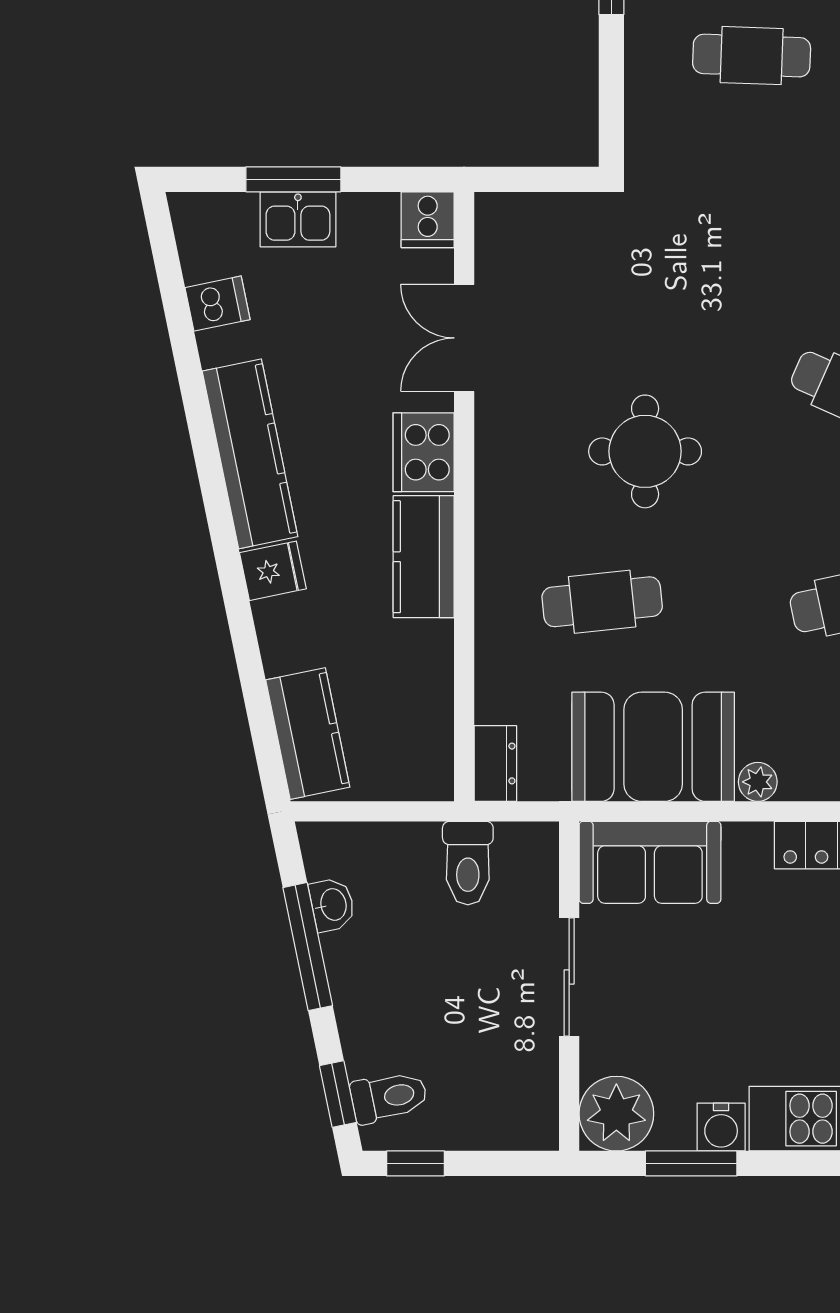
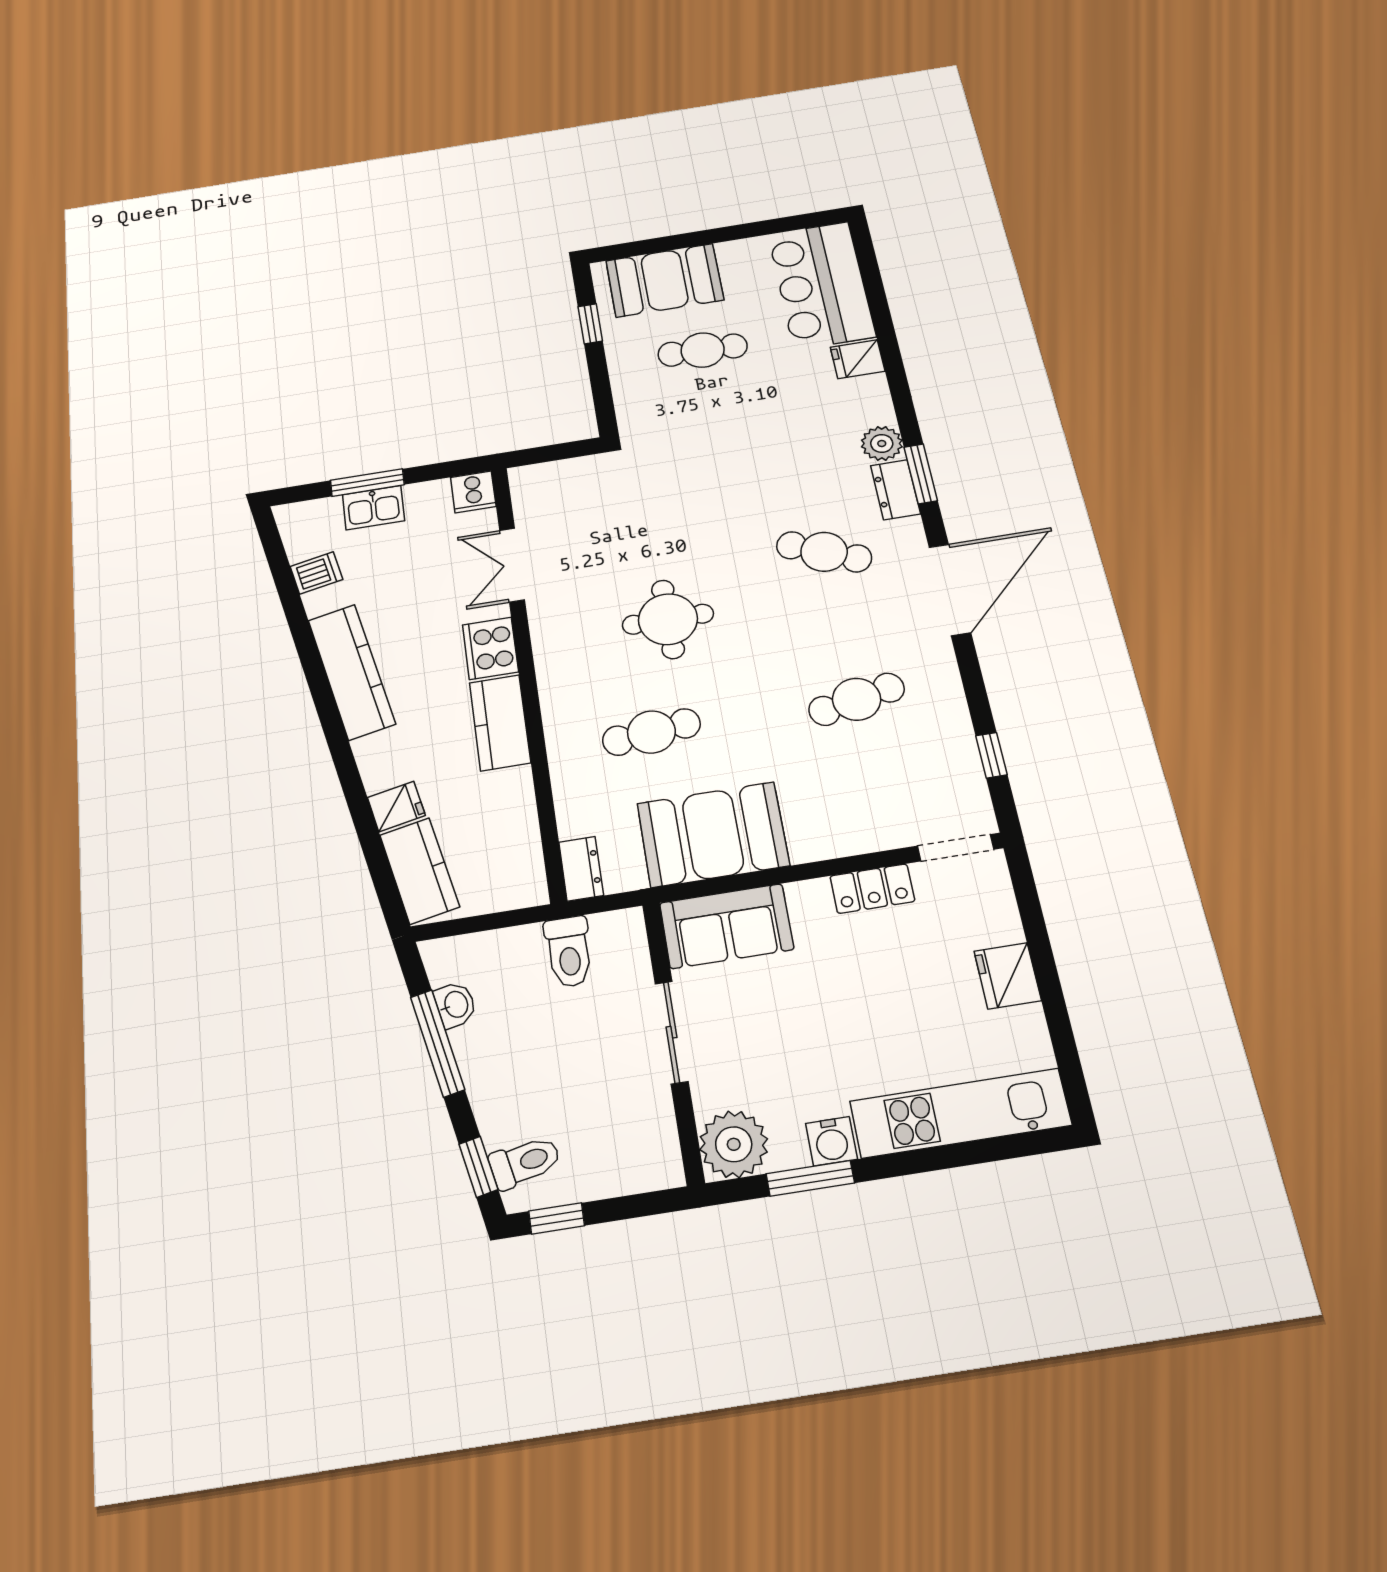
fridge: (273, 571) -> (396, 807), moved
plant: (758, 782) -> (807, 847), removed

